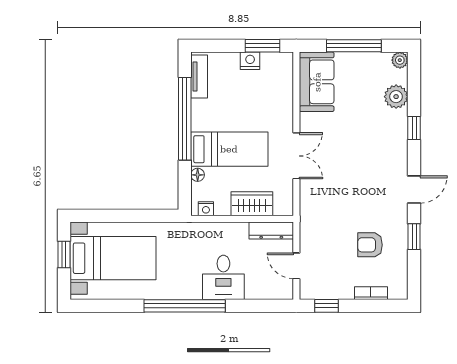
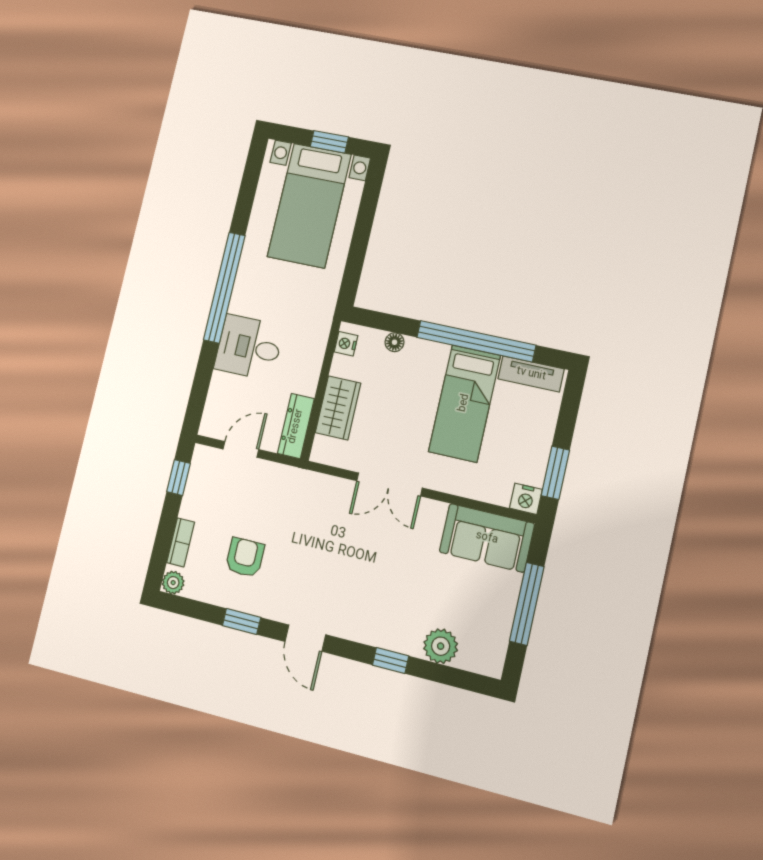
plant: (400, 60) -> (173, 583), moved
nightstand: (250, 61) -> (526, 499), moved, turned 90
bed: (229, 149) -> (464, 403), moved

